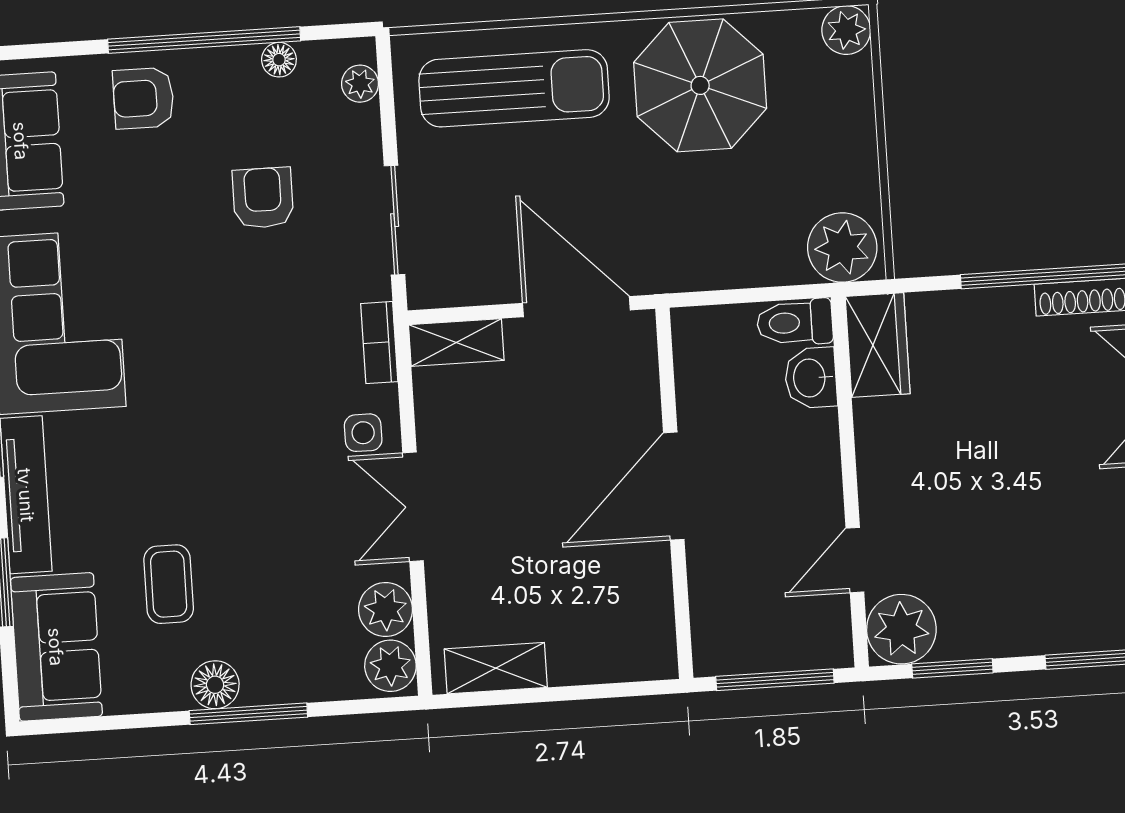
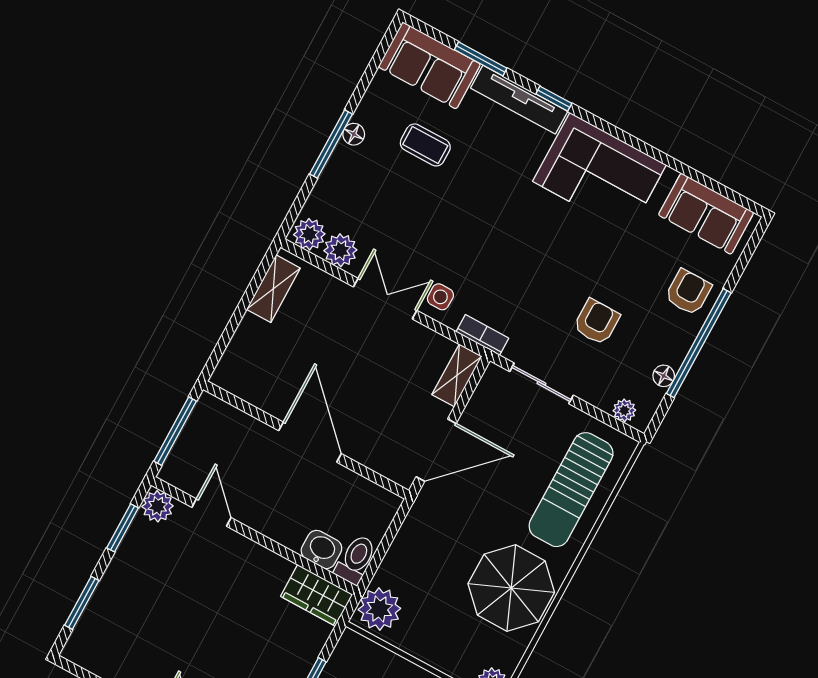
armchair: (263, 198) -> (597, 322), turned -90
plant: (901, 629) -> (158, 506), width x0.73, depth x0.73
floor lamp: (215, 685) -> (354, 134), width x0.73, depth x0.73

